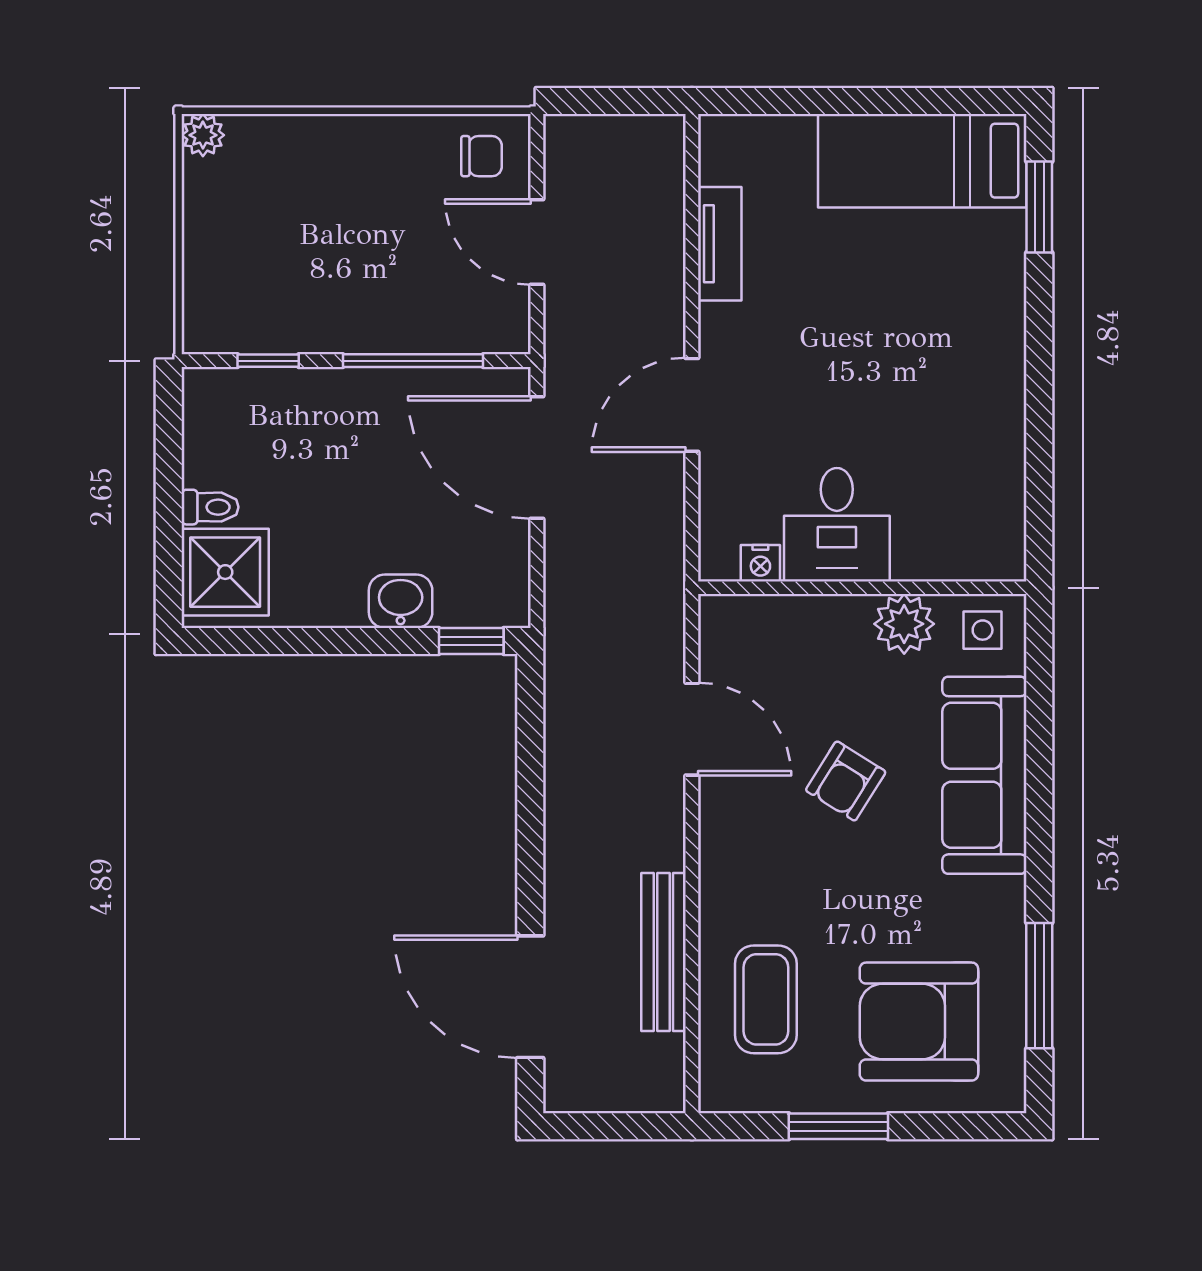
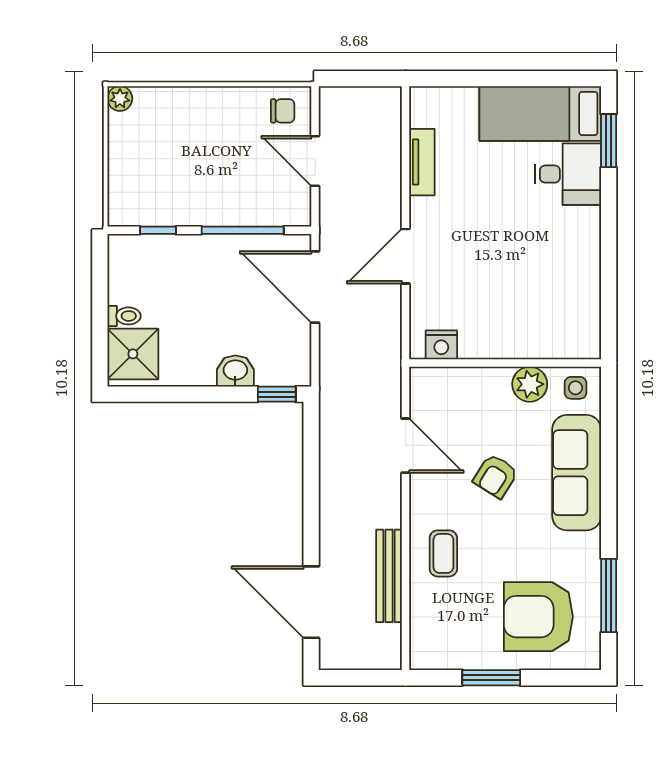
desk: (837, 525) -> (568, 174), moved, turned -90
nightstand: (760, 563) -> (441, 345), width x1.39, depth x1.35
coffee table: (766, 999) -> (443, 553), moved, width x0.73, depth x0.77

